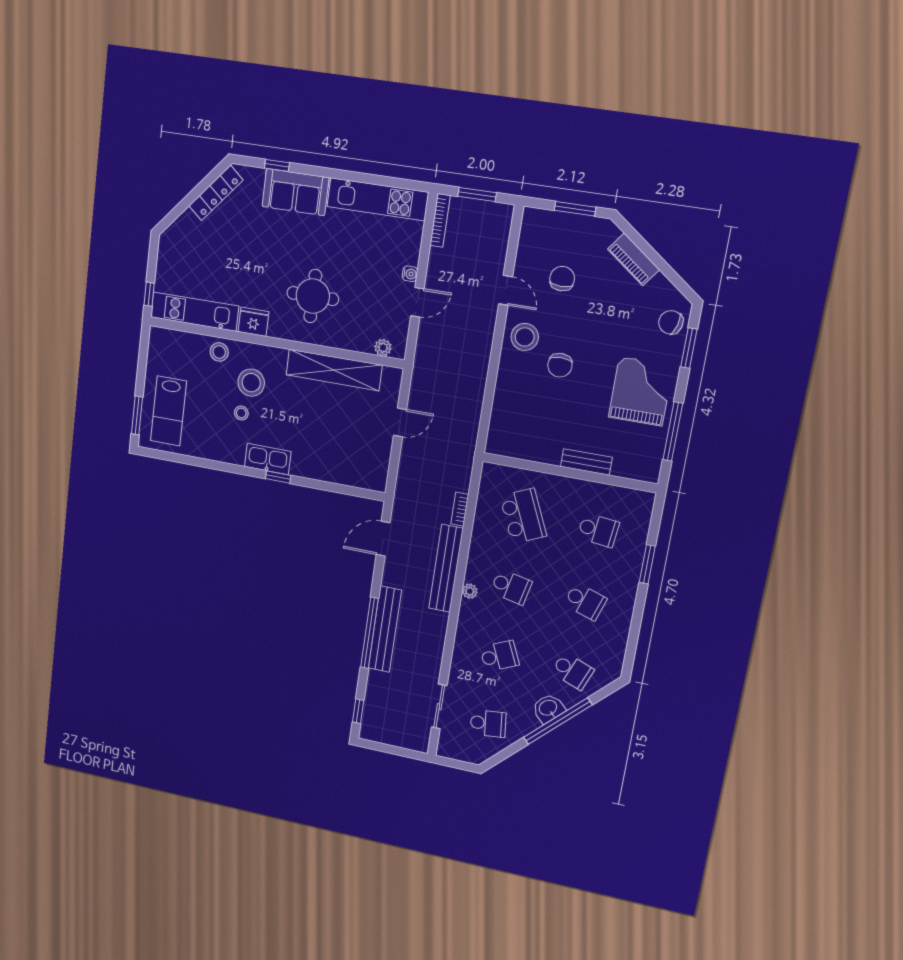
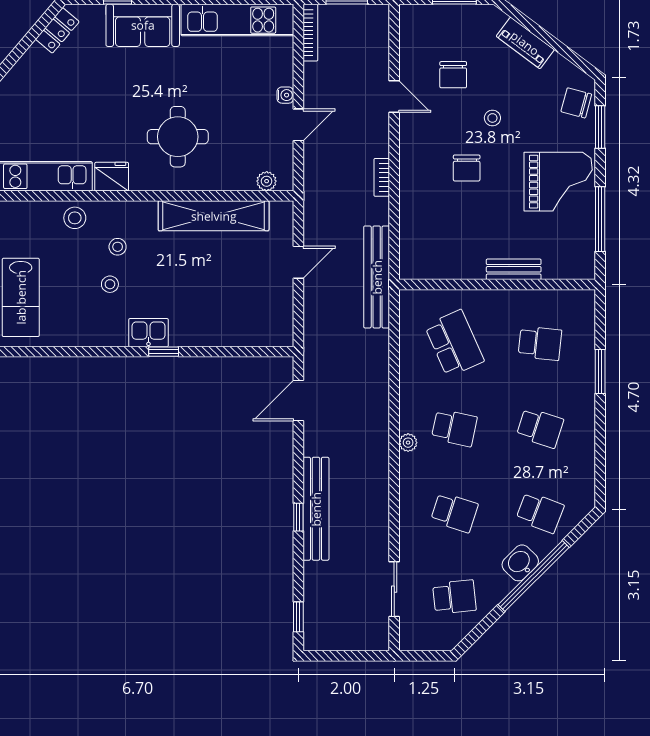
locker: (216, 193) -> (57, 30), width x0.66
chair: (562, 279) -> (453, 75), turned 180
stool: (525, 337) -> (492, 118), moved, width x0.53, depth x0.53
stool: (251, 383) -> (118, 247), width x0.53, depth x0.53
grand piano: (641, 391) -> (558, 182), turned 90
kitchen sink: (268, 459) -> (148, 333), width x0.73
bookcase: (460, 509) -> (382, 177), moved
bench: (446, 568) -> (377, 277), moved
window: (369, 633) -> (298, 517), width x0.32
school desk: (499, 656) -> (454, 512), turned 42

